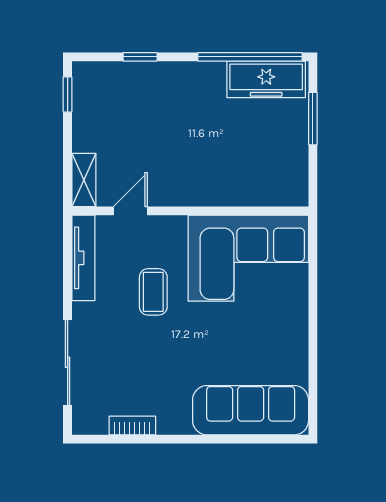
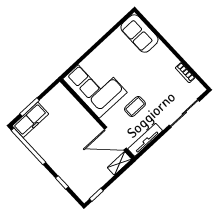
freezer: (266, 79) -> (30, 120), moved, turned 90
door: (130, 211) -> (115, 139), width x1.87
sofa: (251, 410) -> (139, 34), width x0.73

